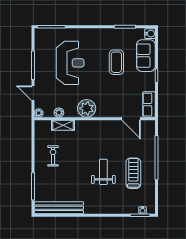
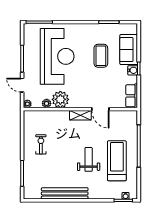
water cooler: (150, 34) -> (133, 70), moved
reception desk: (70, 63) -> (57, 56), width x1.36, depth x1.30
plant: (87, 108) -> (60, 99), moved
door: (131, 119) -> (100, 109), moved
shelving: (63, 125) -> (80, 115), moved
treadmill: (133, 173) -> (117, 161), width x1.37, depth x1.38
bench: (59, 208) -> (65, 193), moved

